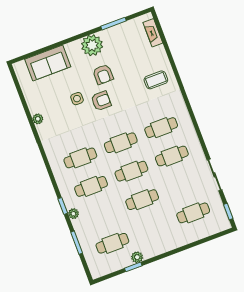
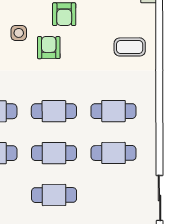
armchair: (101, 101) -> (49, 48), turned -90

